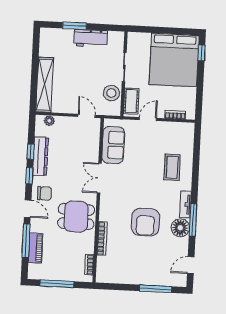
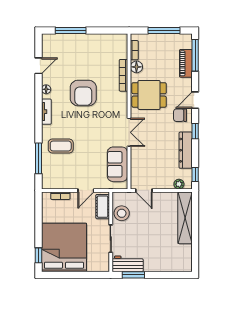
window: (74, 26) -> (133, 275), moved
workbench: (91, 38) -> (128, 264), moved
window: (31, 152) -> (195, 175), moved
coffee table: (172, 167) -> (61, 146), turned 90
door: (28, 209) -> (195, 100), hinge flipped
window: (193, 220) -> (38, 158), moved
armchair: (145, 222) -> (83, 93), turned 180
floor lamp: (180, 228) -> (46, 89), width x0.53, depth x0.53
window: (26, 241) -> (195, 55), moved
floor lamp: (88, 247) -> (136, 67), added
door: (191, 265) -> (38, 66), moved

